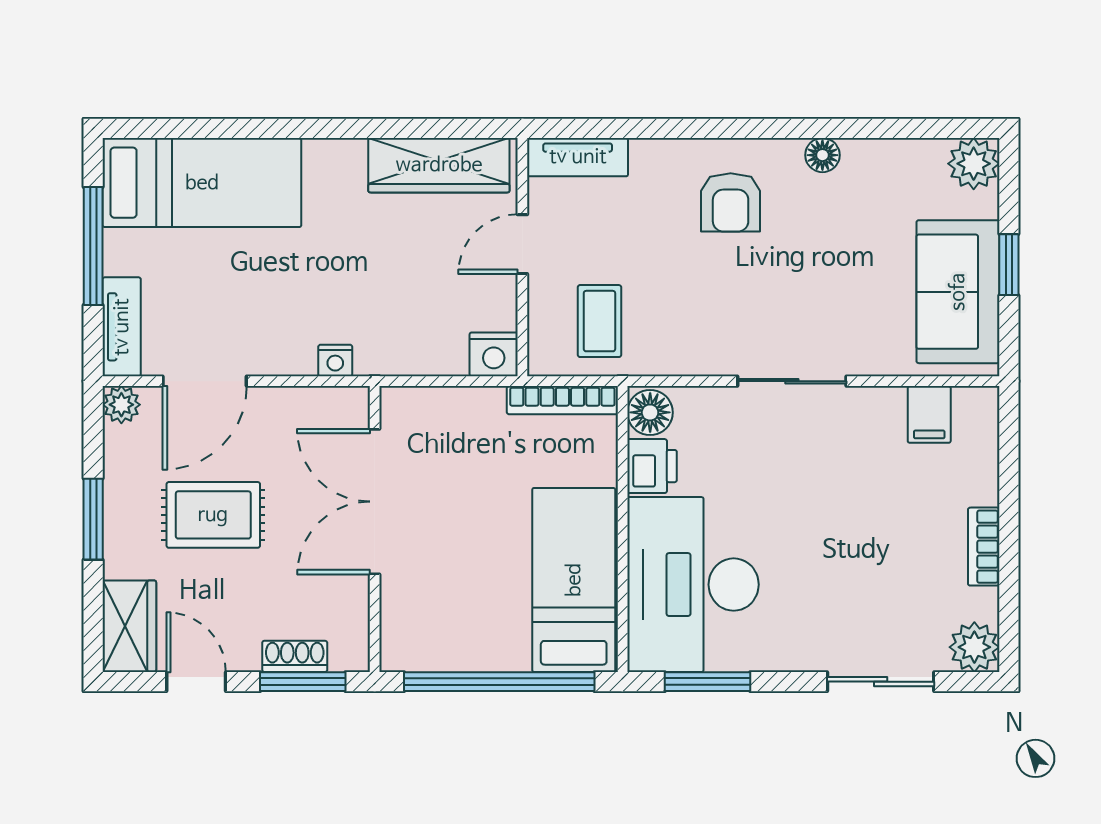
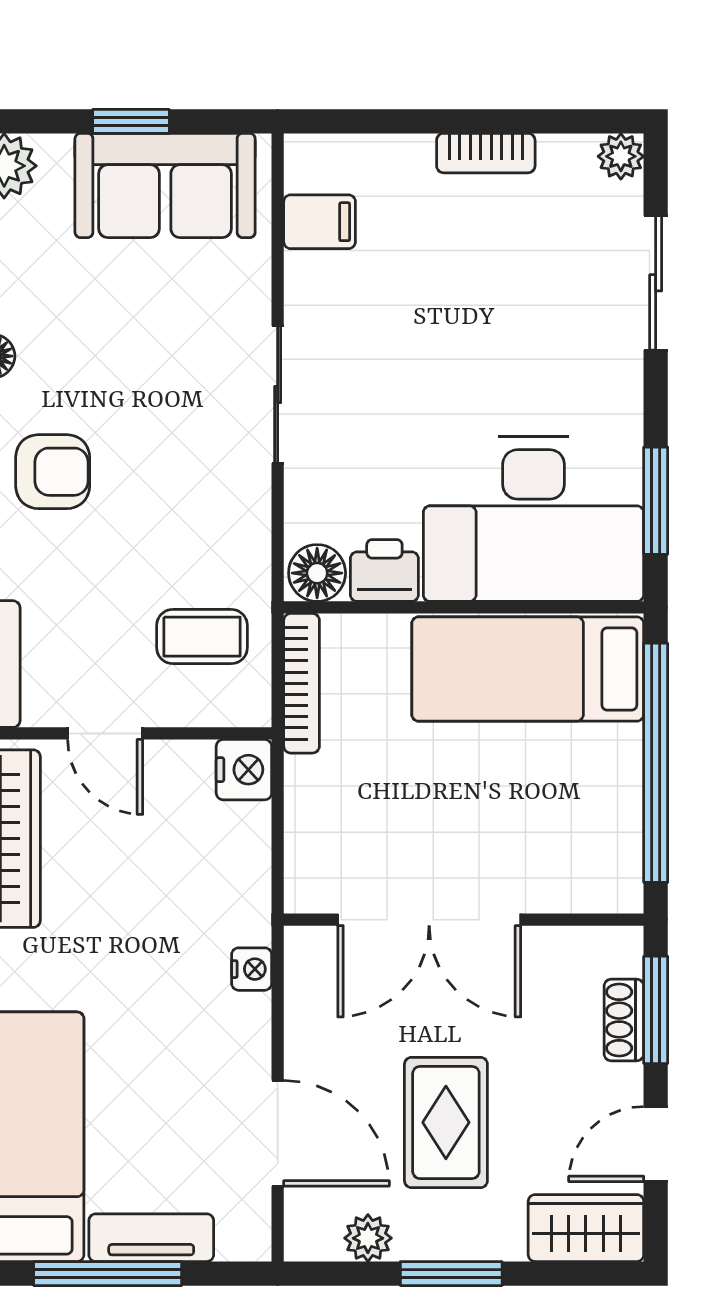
tv unit: (122, 327) -> (151, 1238), moved
plant: (121, 405) -> (368, 1238), moved
plant: (974, 647) -> (621, 156), width x0.73, depth x0.73

